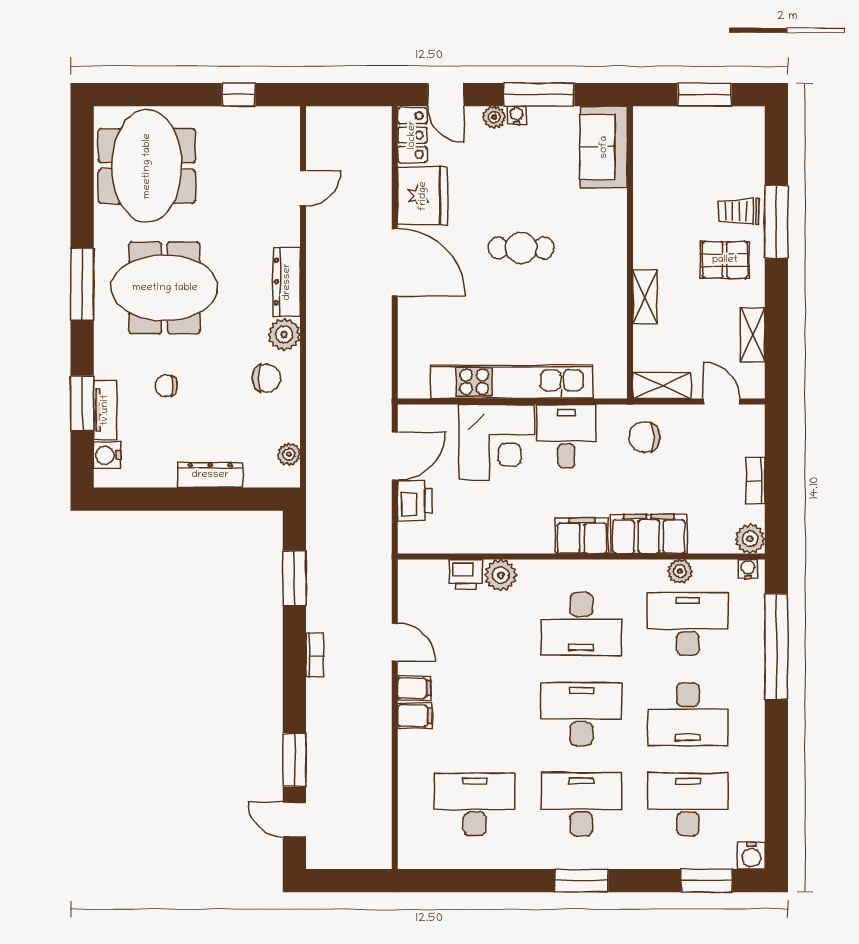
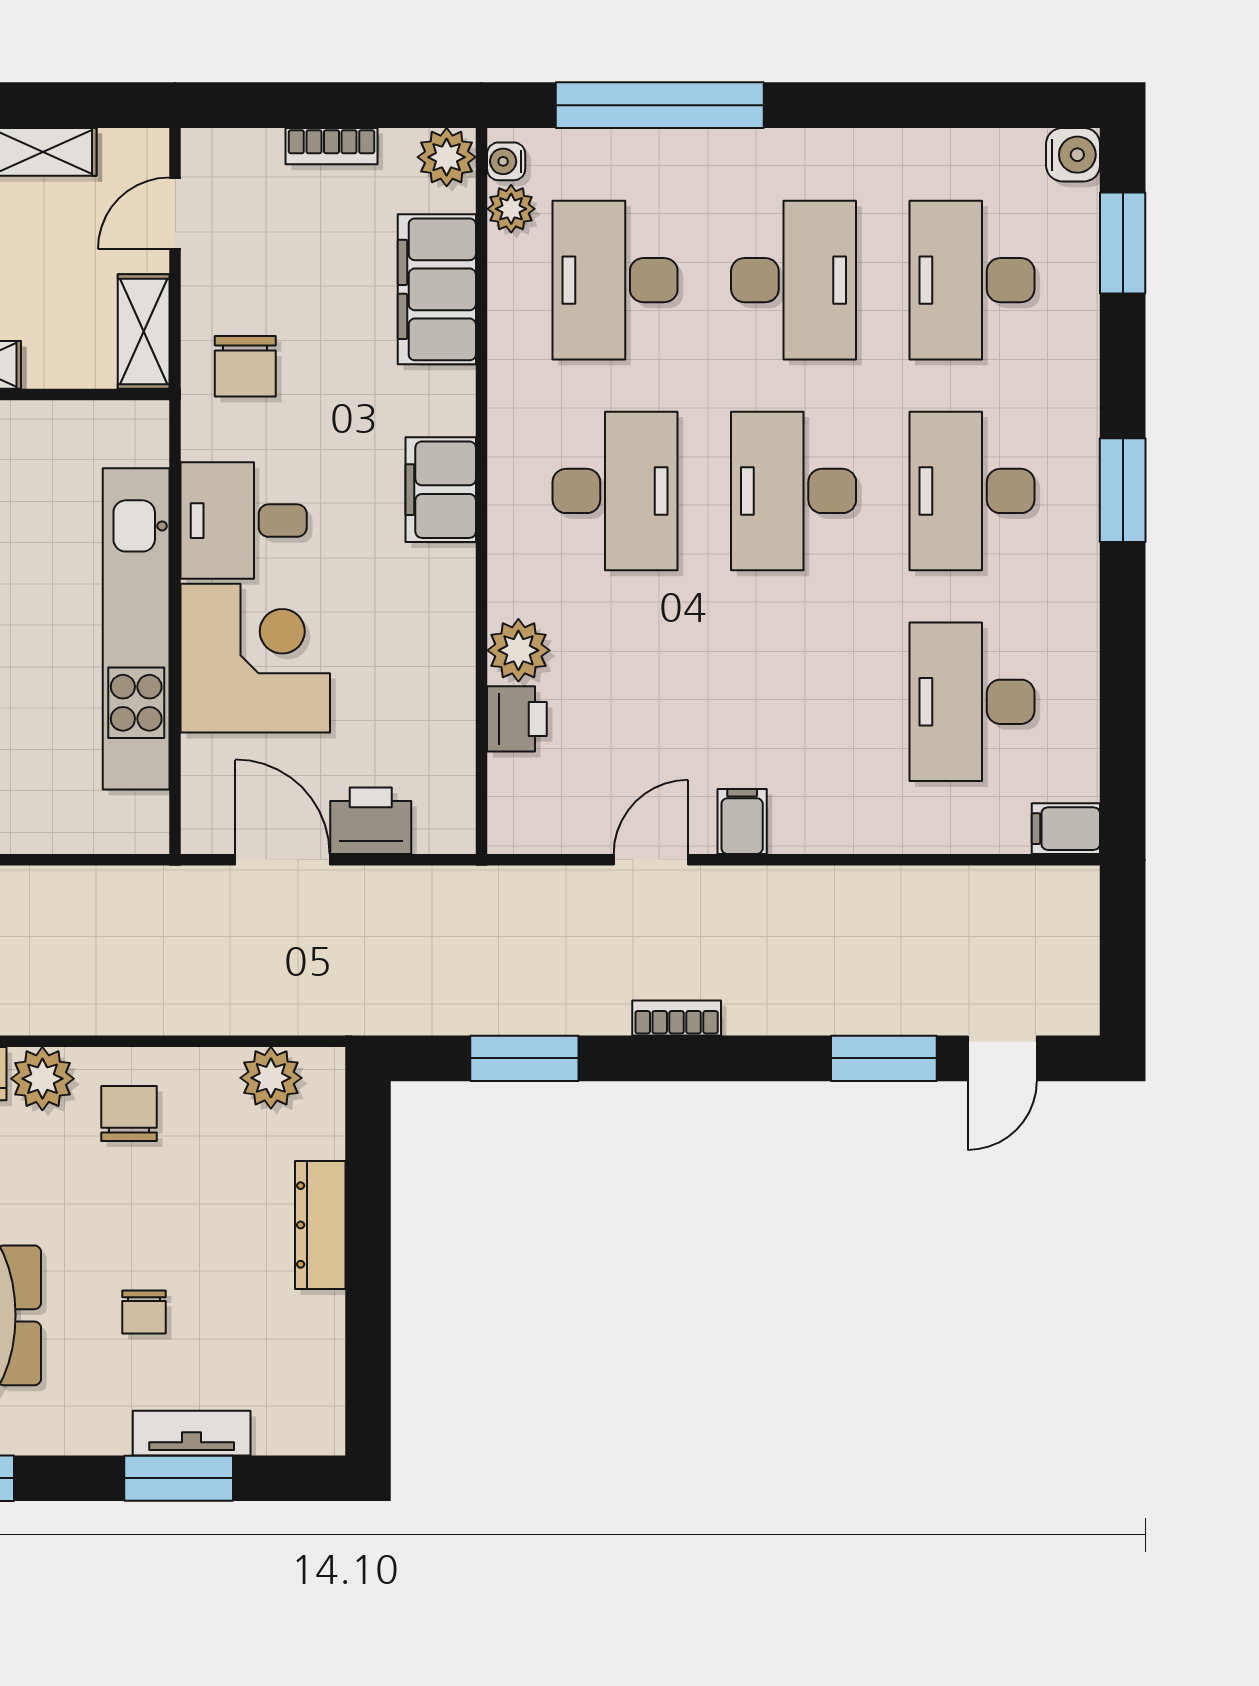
plant: (289, 454) -> (271, 1078), width x1.38, depth x1.38
water cooler: (107, 455) -> (281, 1429), removed
filing cabinet: (649, 534) -> (437, 289), moved
plant: (680, 571) -> (511, 209), moved
filing cabinet: (415, 716) -> (1066, 829), moved, turned -90

